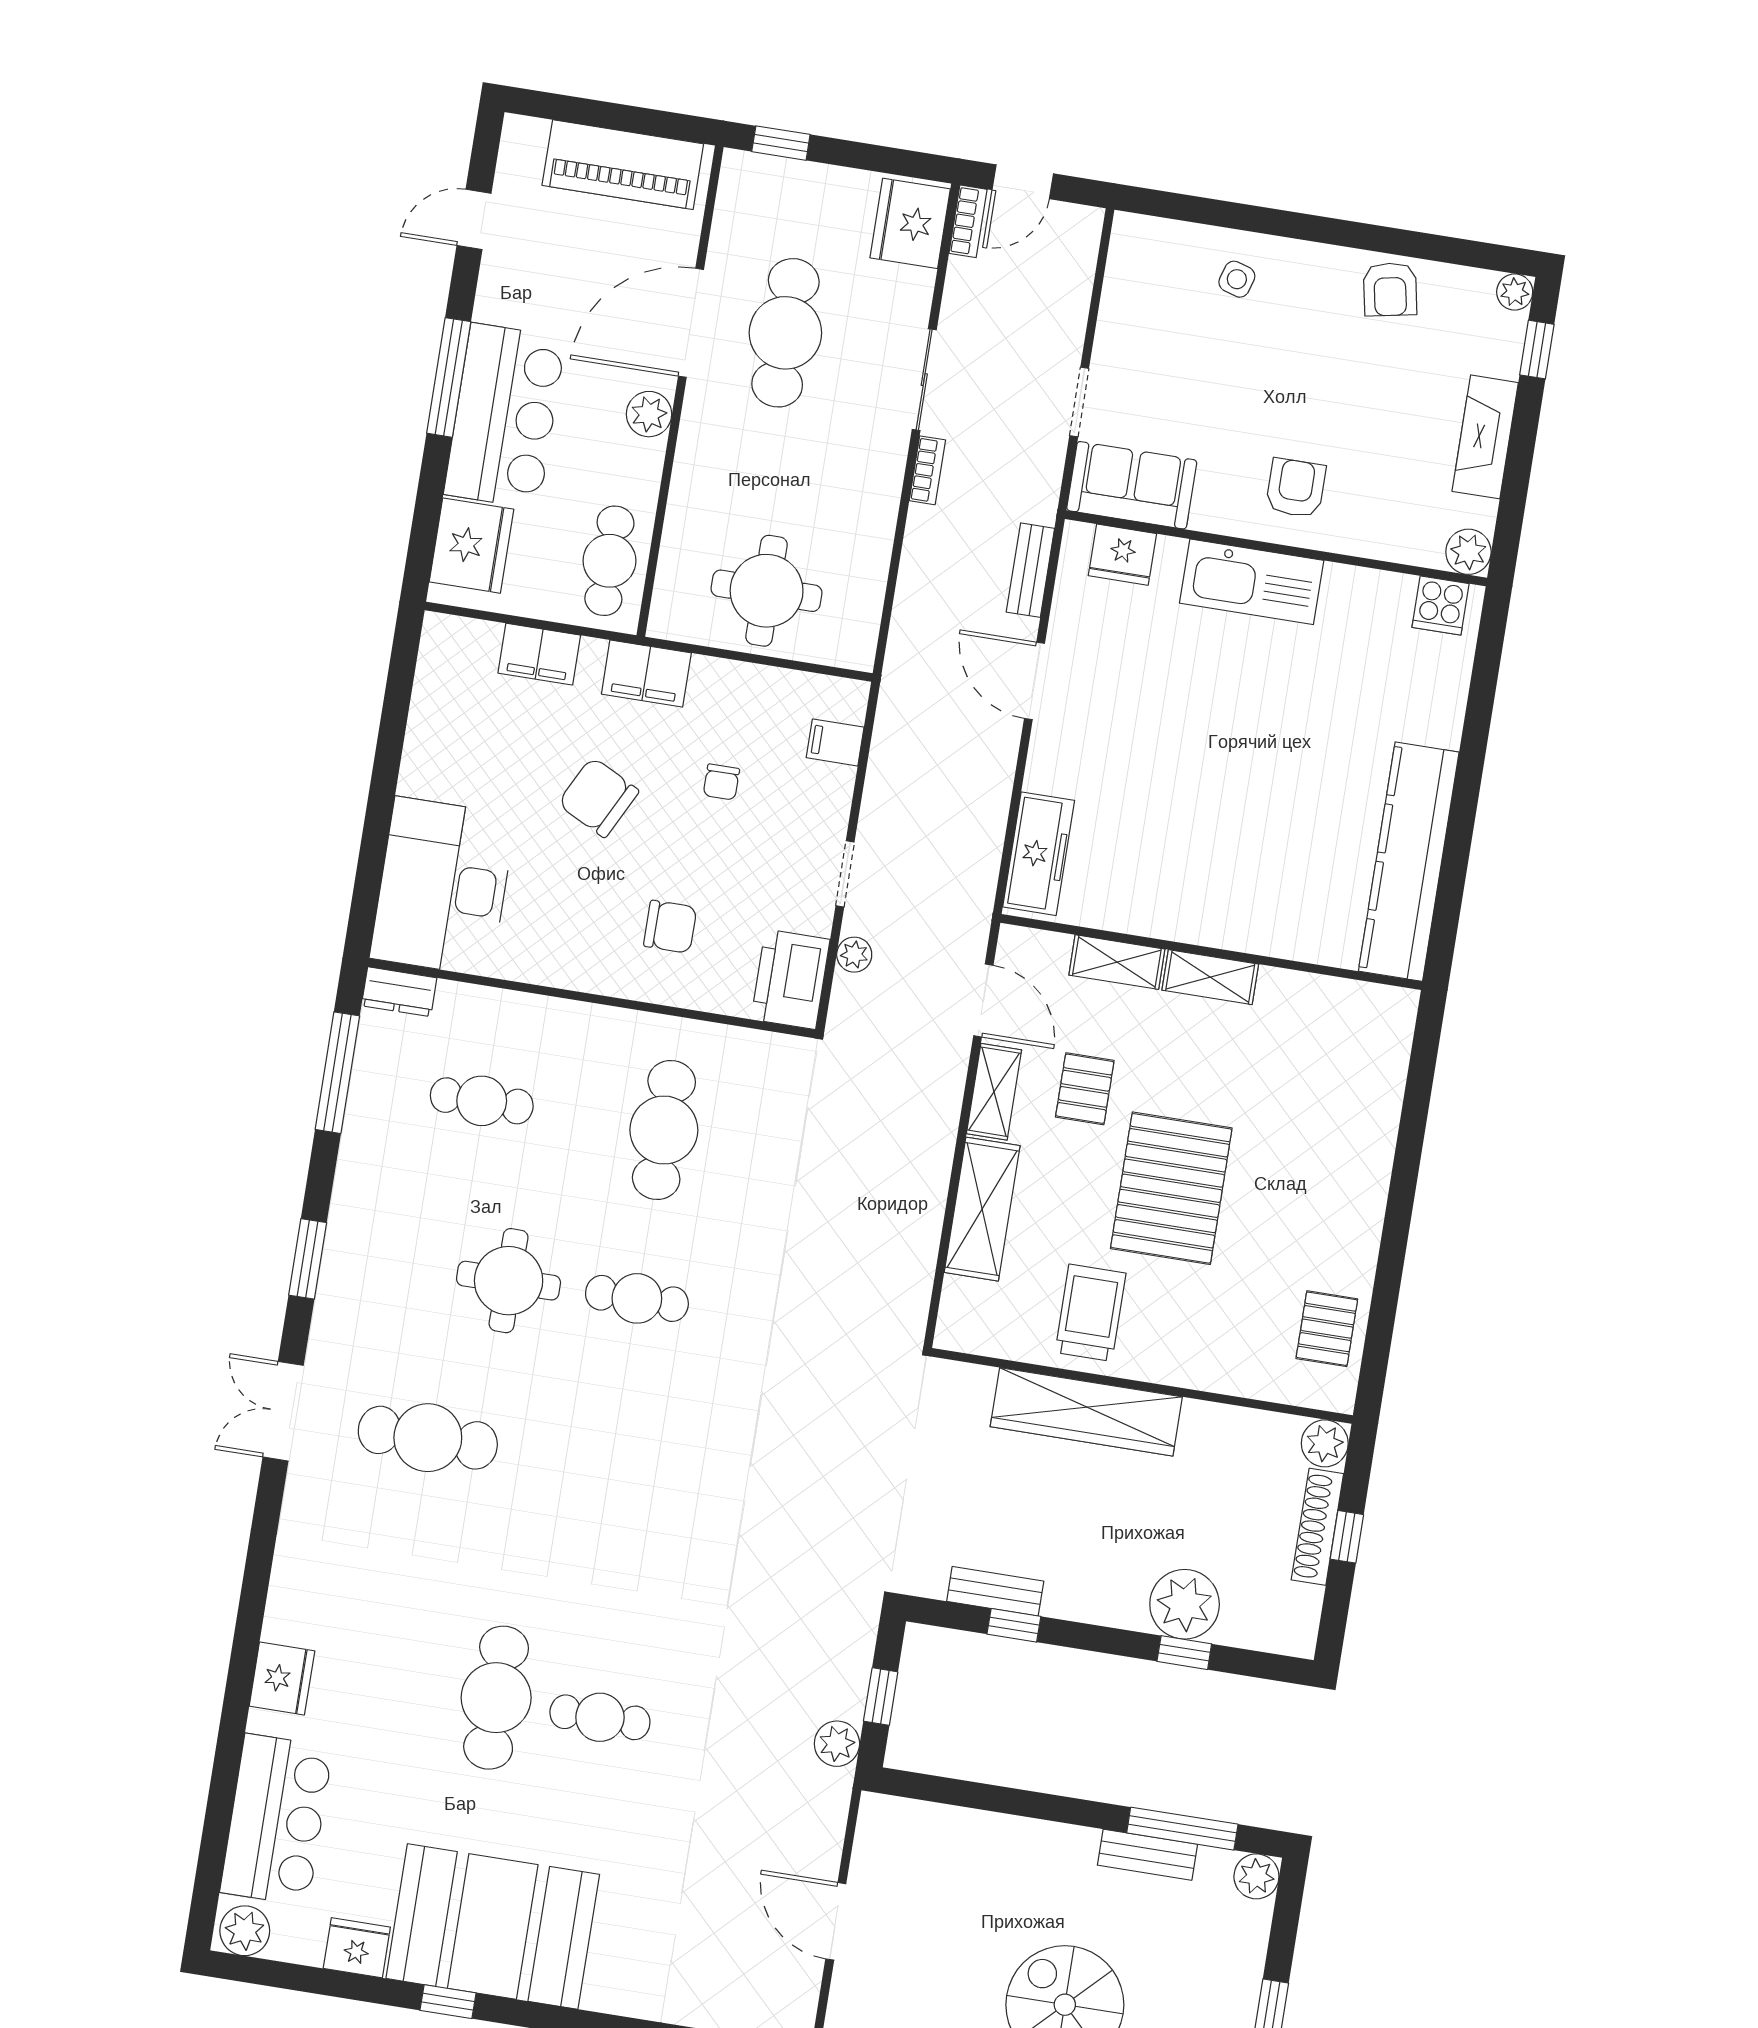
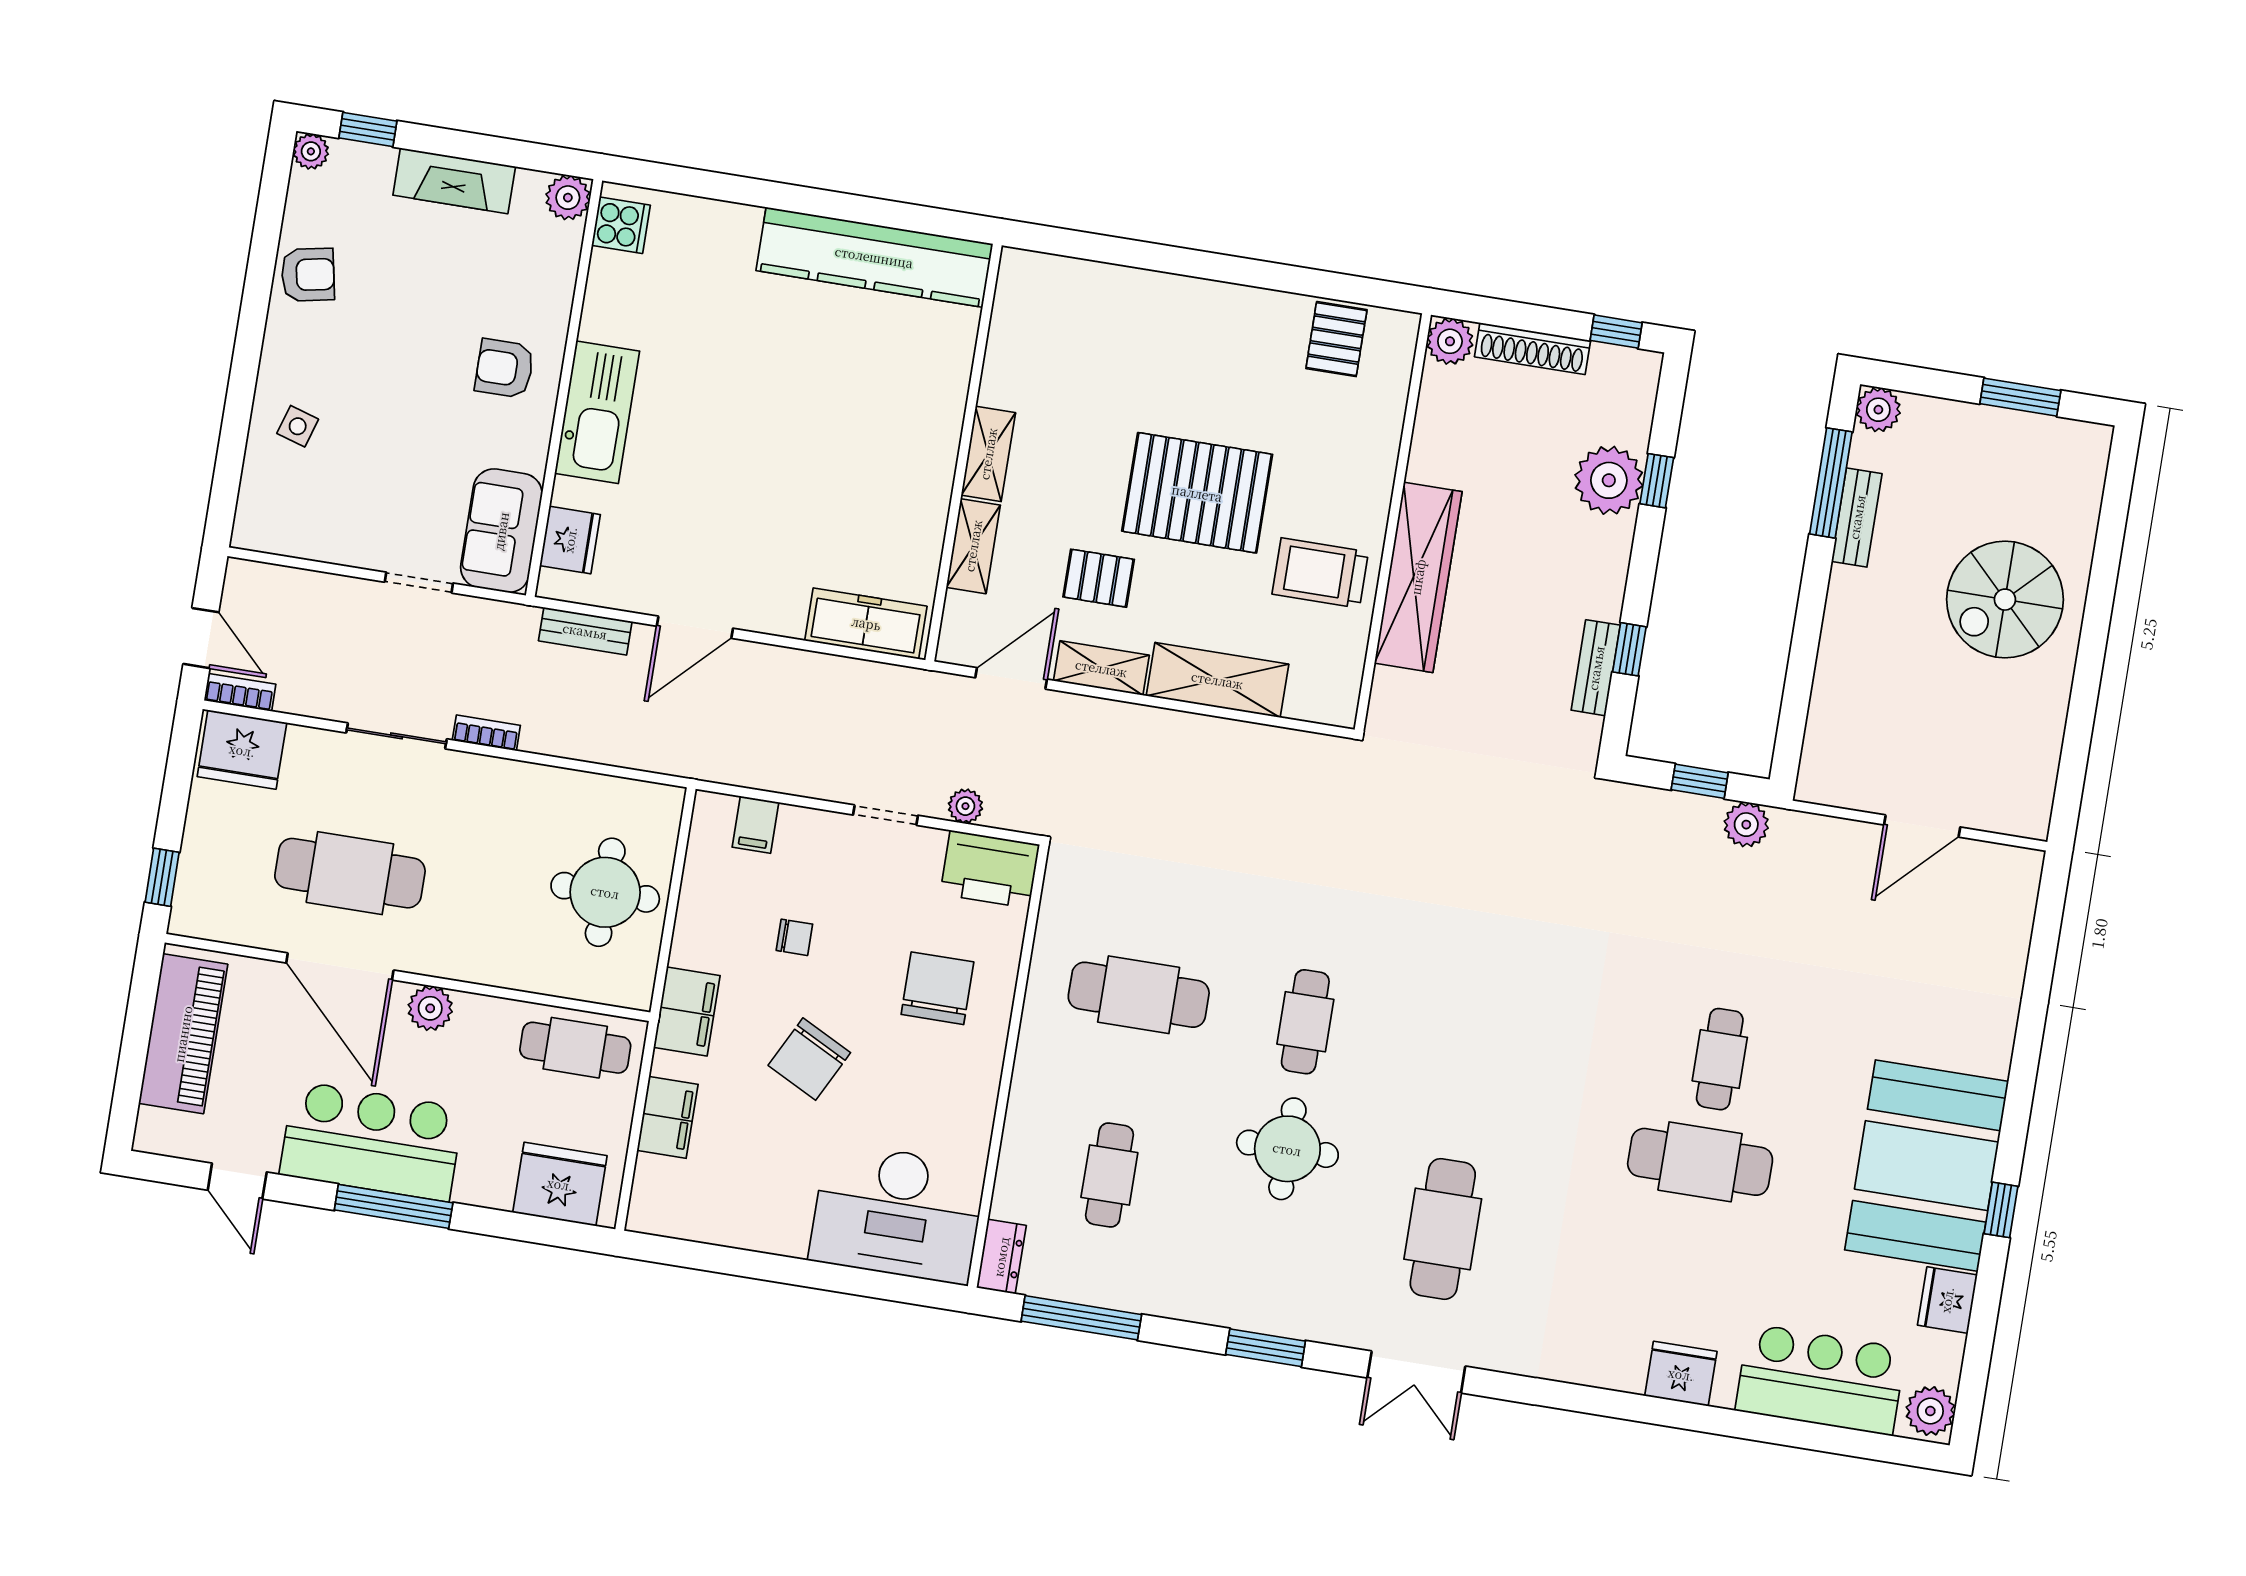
bar counter: (505, 416) -> (372, 1141), moved
chair: (670, 927) -> (937, 988), width x1.37, depth x1.37
pallet: (1327, 1329) -> (1336, 339), turned 90
window: (1347, 1537) -> (1616, 332), moved

